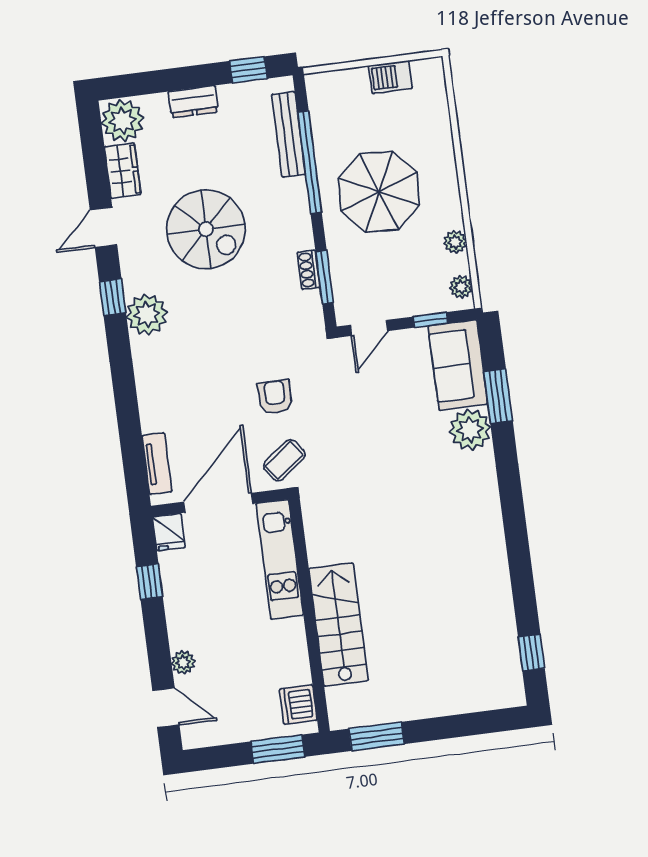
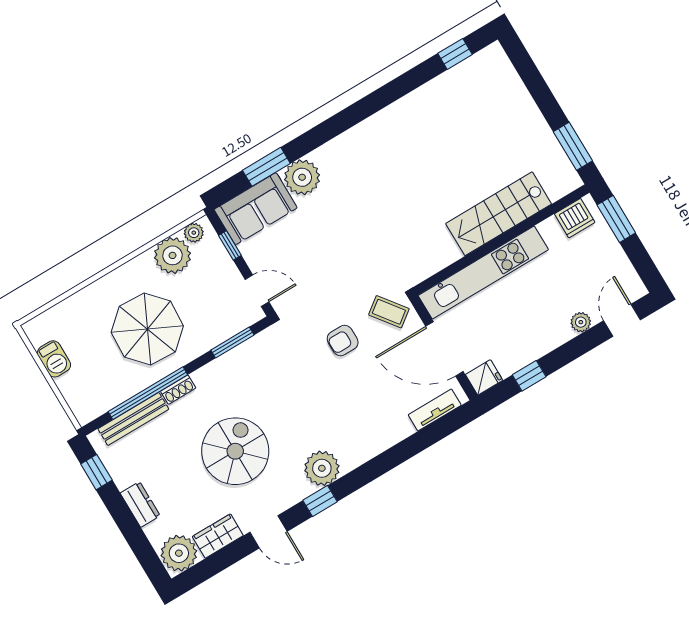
plant: (455, 242) -> (172, 255), width x1.88, depth x1.88
shoe rack: (309, 270) -> (178, 390), moved
kitchen unit: (280, 559) -> (483, 273), width x1.36

